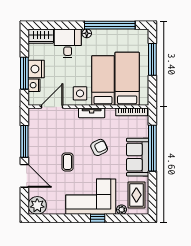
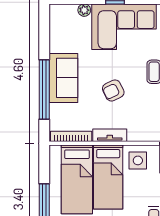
tv unit: (92, 113) -> (110, 135), moved
rug: (136, 195) -> (65, 29), removed

